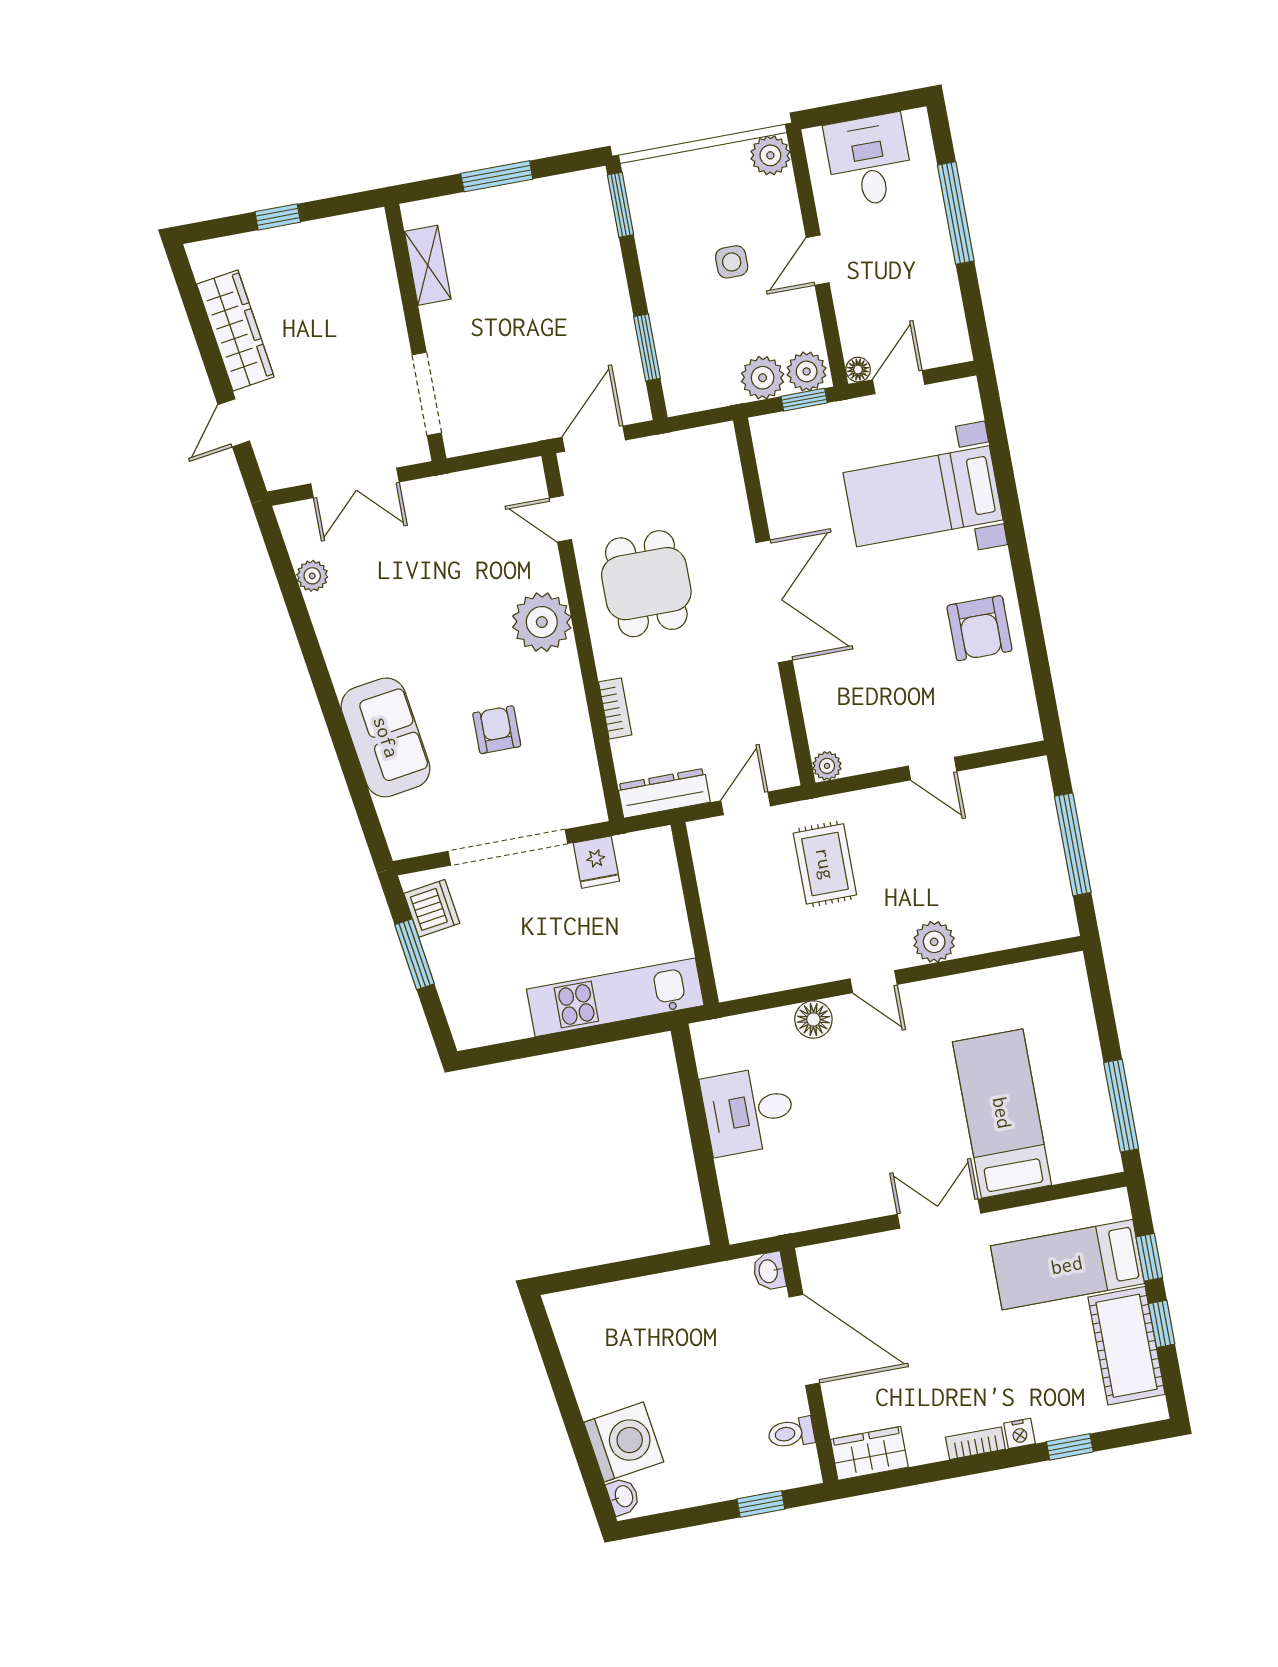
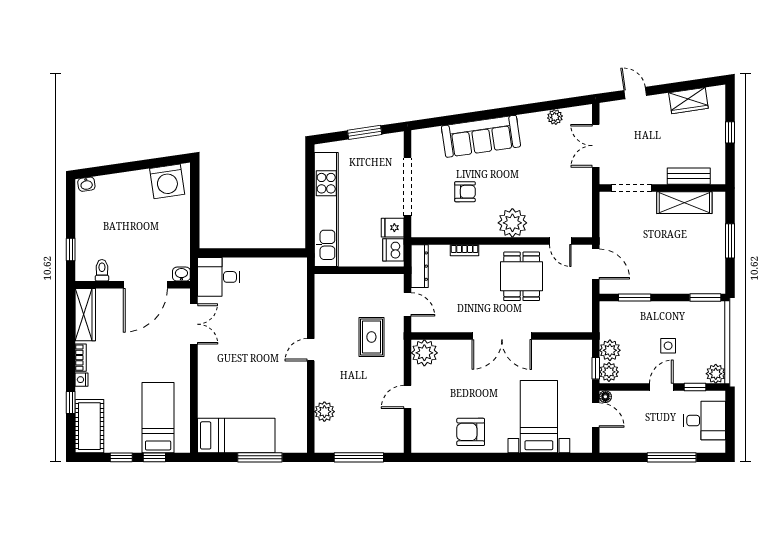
window: (805, 192) -> (695, 387), added
door: (818, 260) -> (661, 387), hinge flipped
shelving: (428, 265) -> (684, 203), width x1.50, depth x1.33
bench: (382, 284) -> (689, 176), added
wardrobe: (235, 330) -> (688, 101), width x0.67
door: (561, 519) -> (560, 241), swing flipped
dining table: (646, 584) -> (522, 276), turned 90
sofa: (386, 737) -> (481, 136), width x1.36
plant: (827, 766) -> (424, 353), width x1.88, depth x1.88
rug: (825, 864) -> (371, 337), turned 90
dishwasher: (432, 908) -> (393, 250), moved, turned 98
plant: (934, 942) -> (324, 412), moved
kitchen unit: (615, 997) -> (326, 209), width x1.36
floor lamp: (813, 1019) -> (298, 318), removed
window: (1121, 1106) -> (260, 457), moved
desk: (749, 1111) -> (219, 277), moved, turned -90
bed: (1002, 1113) -> (236, 435), moved
double door: (939, 1214) -> (194, 324), moved
cot: (1126, 1346) -> (89, 426), moved, turned 90
washing machine: (624, 1442) -> (167, 181), moved
wardrobe: (869, 1453) -> (85, 315), width x1.50

